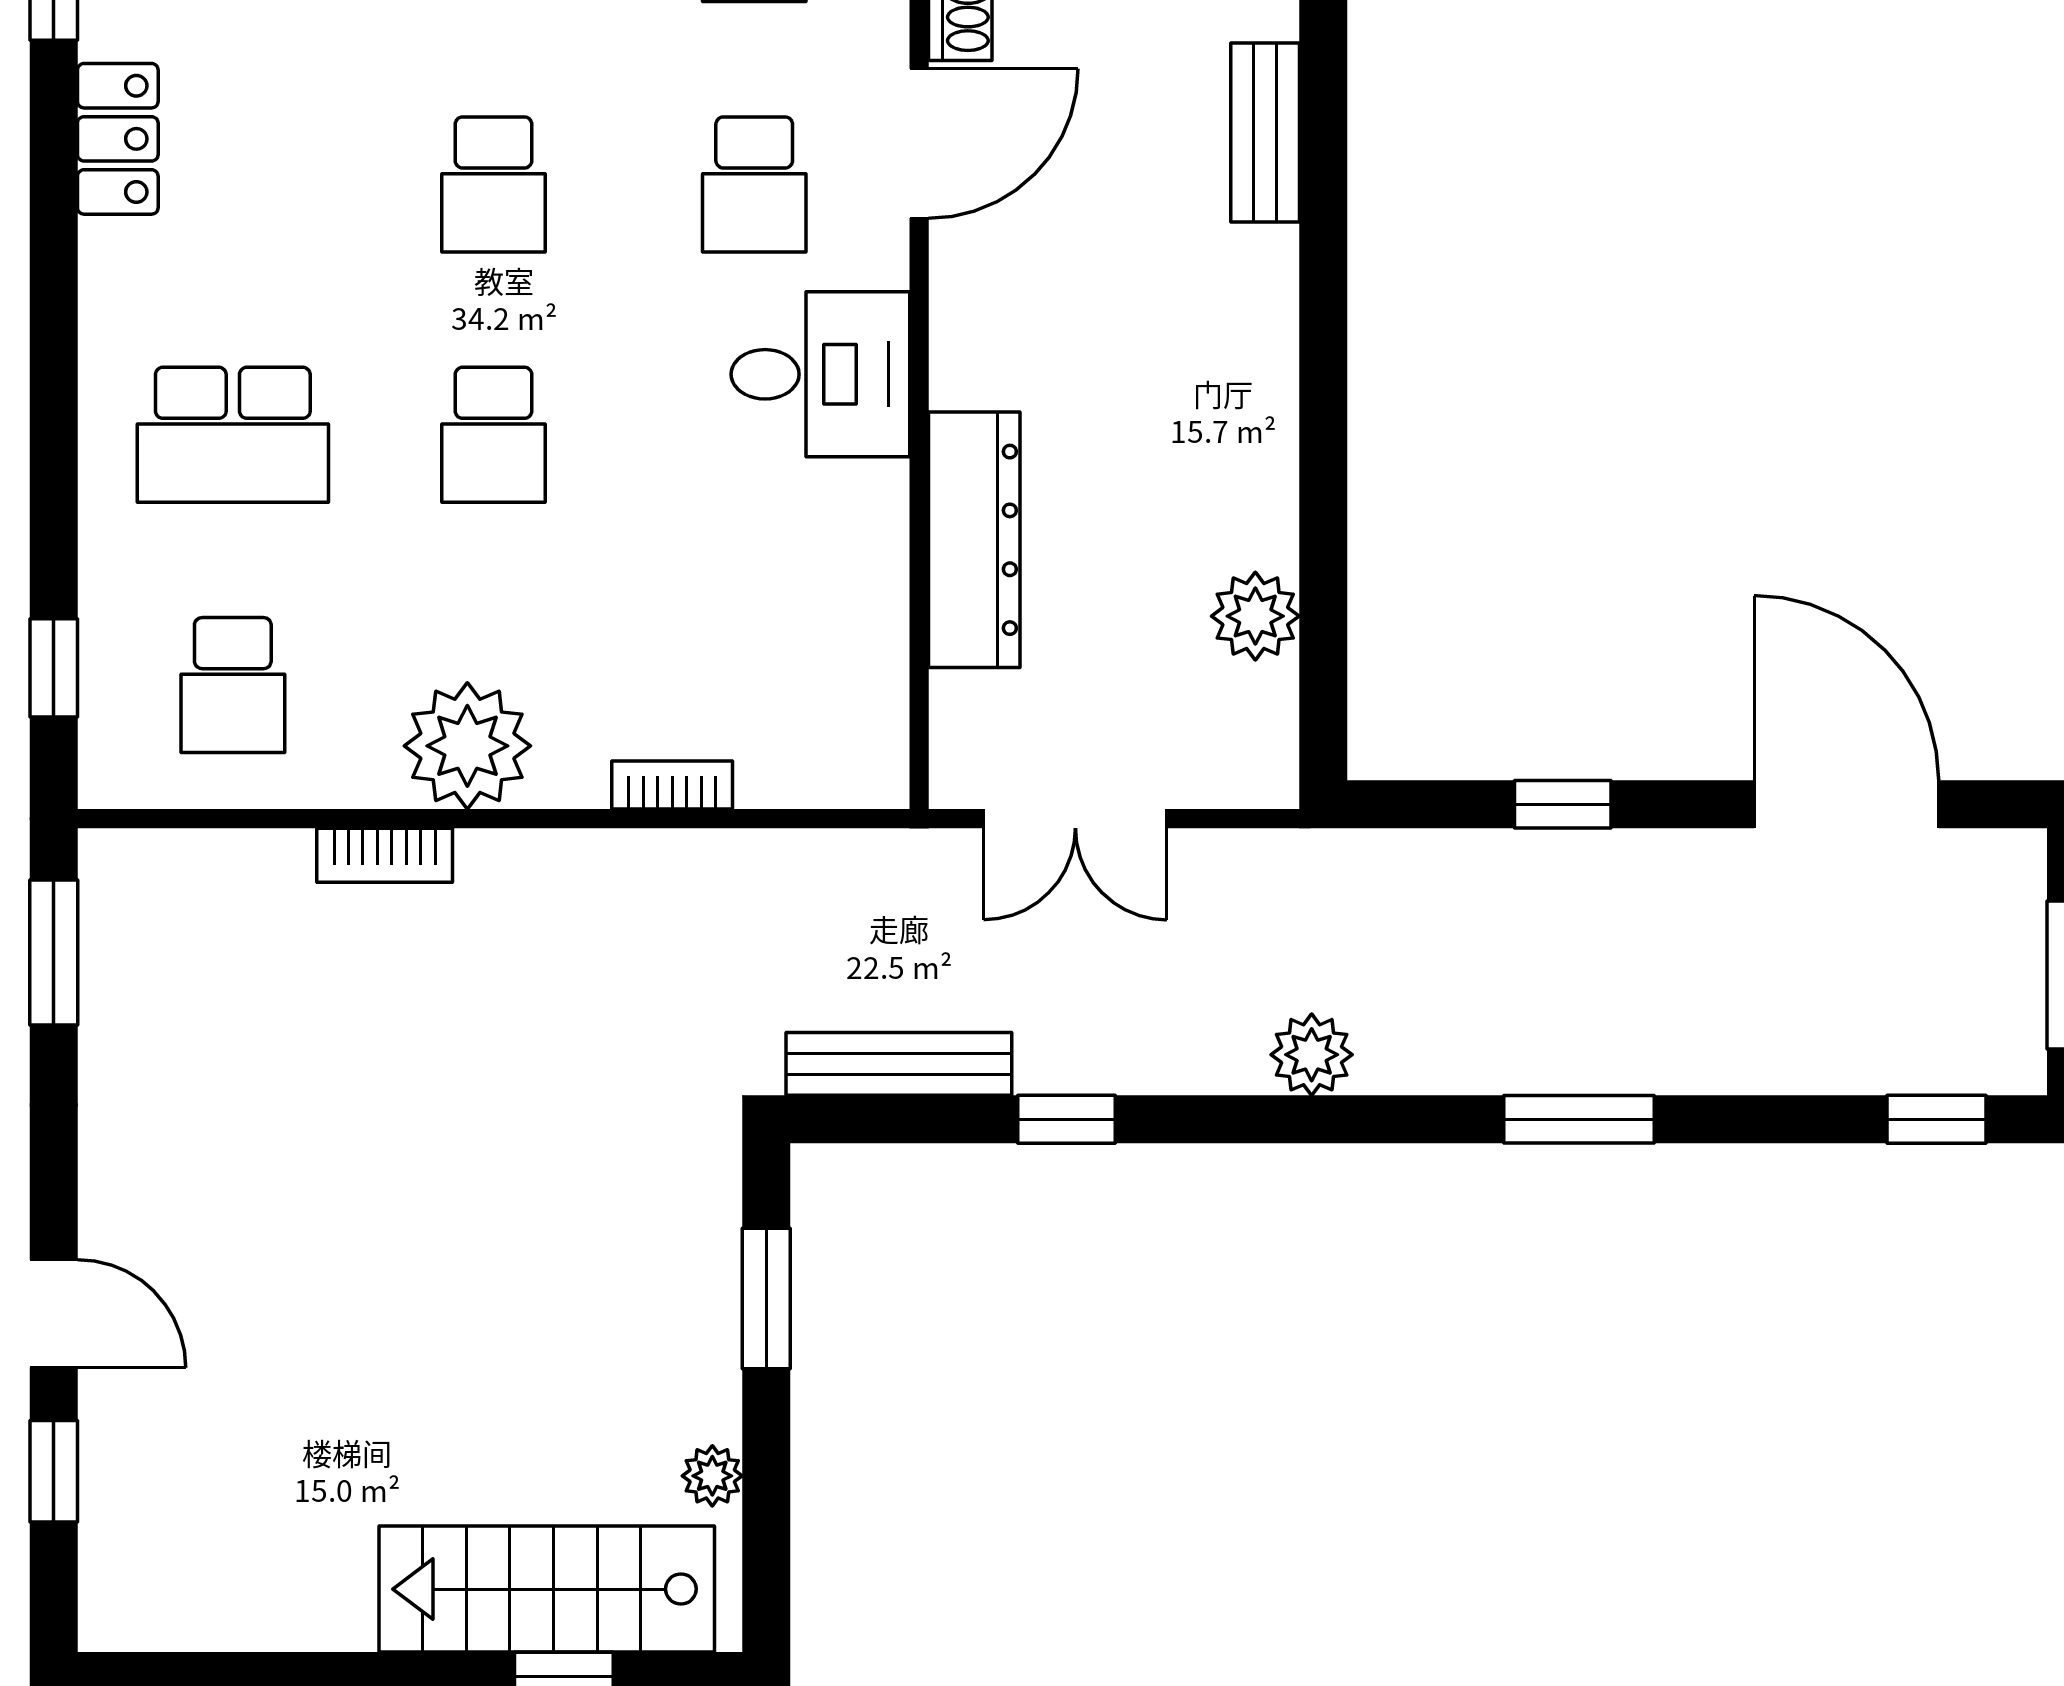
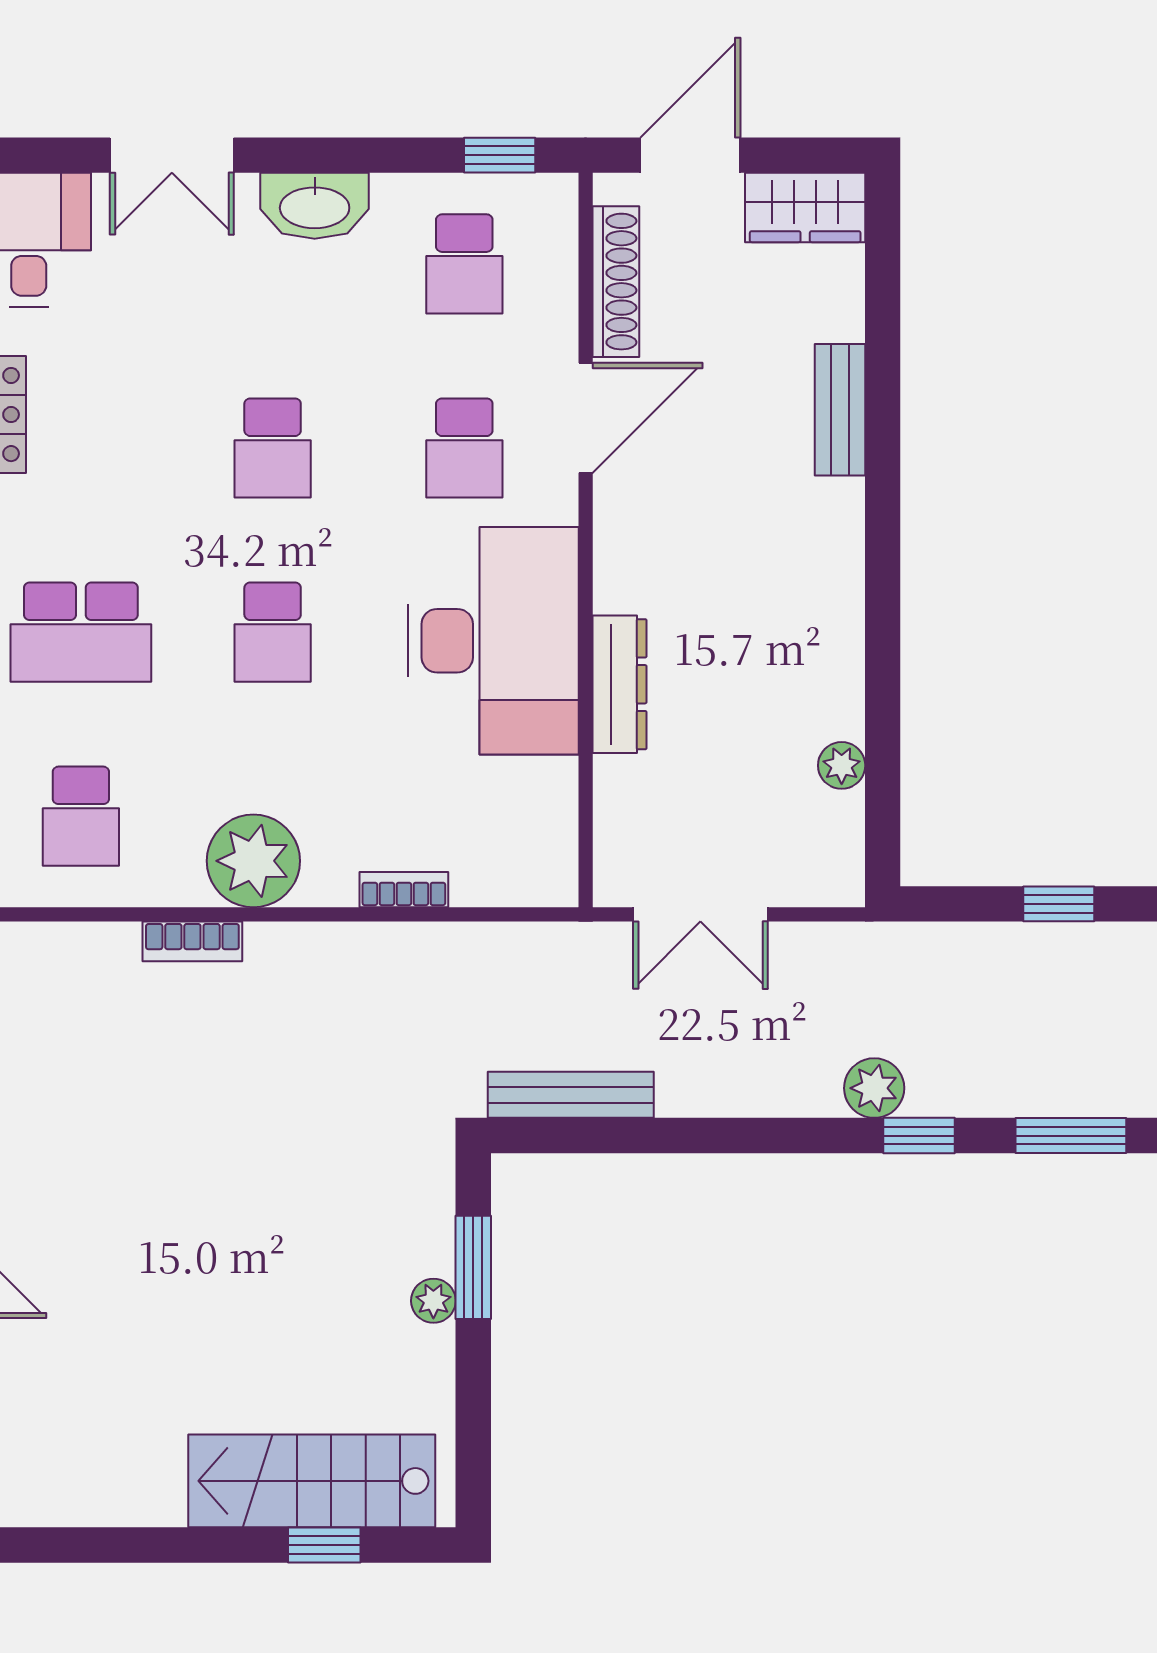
desk: (820, 374) -> (493, 641), width x1.87, depth x1.30
dresser: (974, 540) -> (620, 684), width x0.73, depth x0.80
plant: (1255, 616) -> (842, 765), width x0.73, depth x0.73
window: (1067, 1119) -> (919, 1136), moved
plant: (712, 1476) -> (433, 1301), moved

